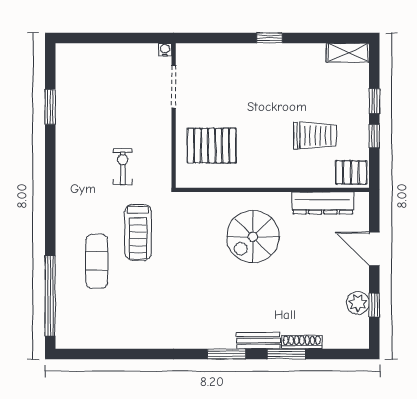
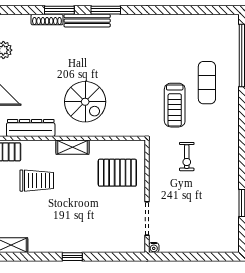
trolley: (315, 136) -> (37, 181), turned 180
shelving: (269, 178) -> (73, 147), added
treadmill: (138, 232) -> (175, 105), turned 180
spiral stairs: (253, 237) -> (85, 102), turned 90
bench: (258, 341) -> (87, 21), width x1.36

